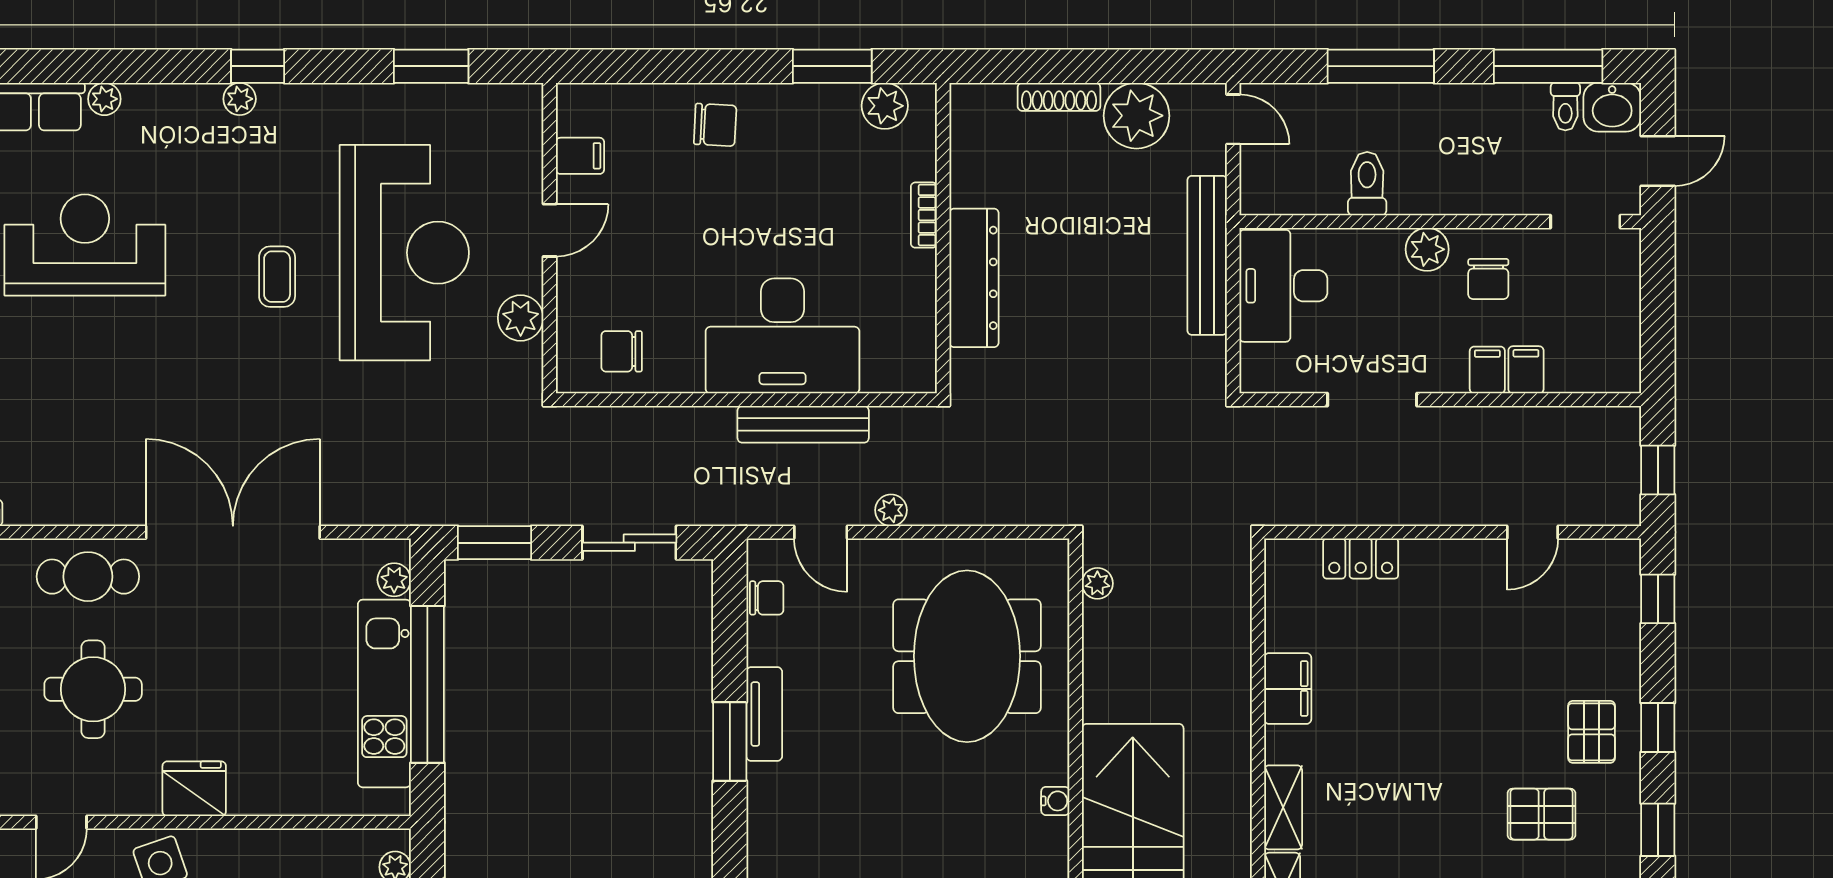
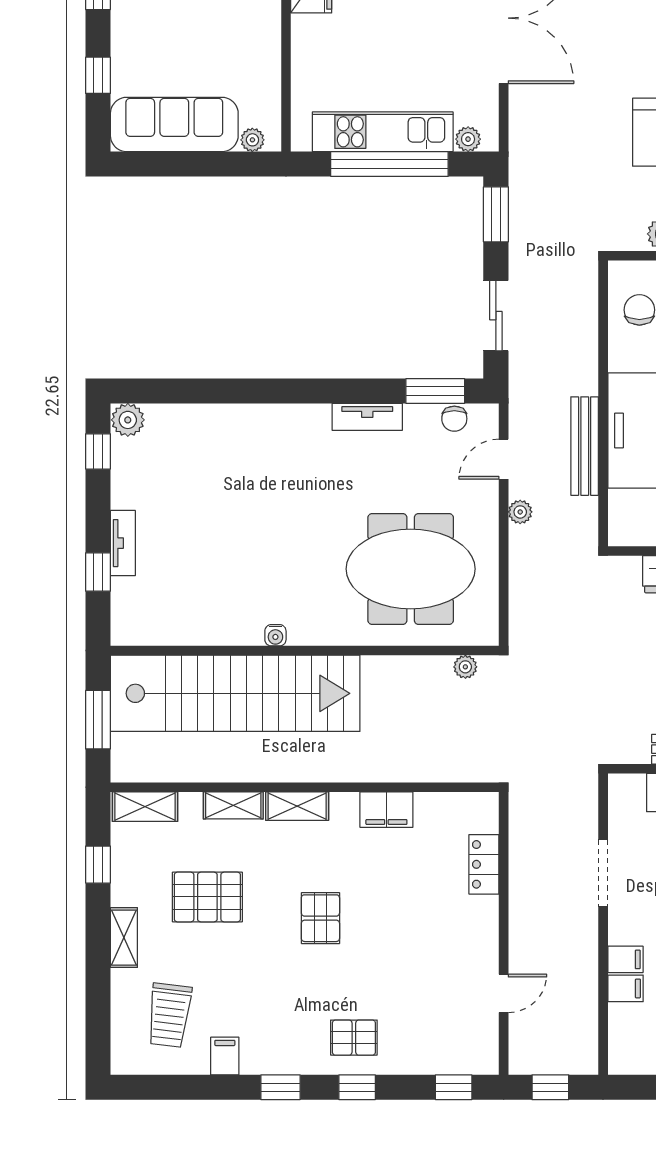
door: (1533, 532) -> (504, 993), swing flipped
window: (730, 742) -> (435, 391), moved
water cooler: (1055, 801) -> (275, 635), moved
pallet: (1541, 814) -> (320, 918), moved

